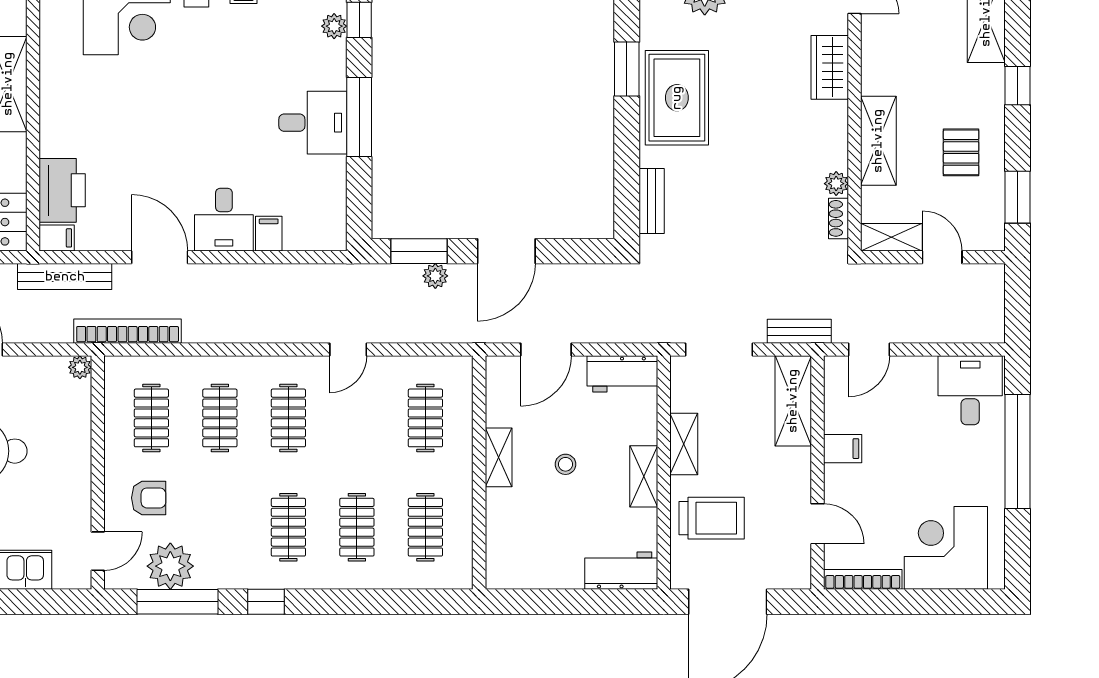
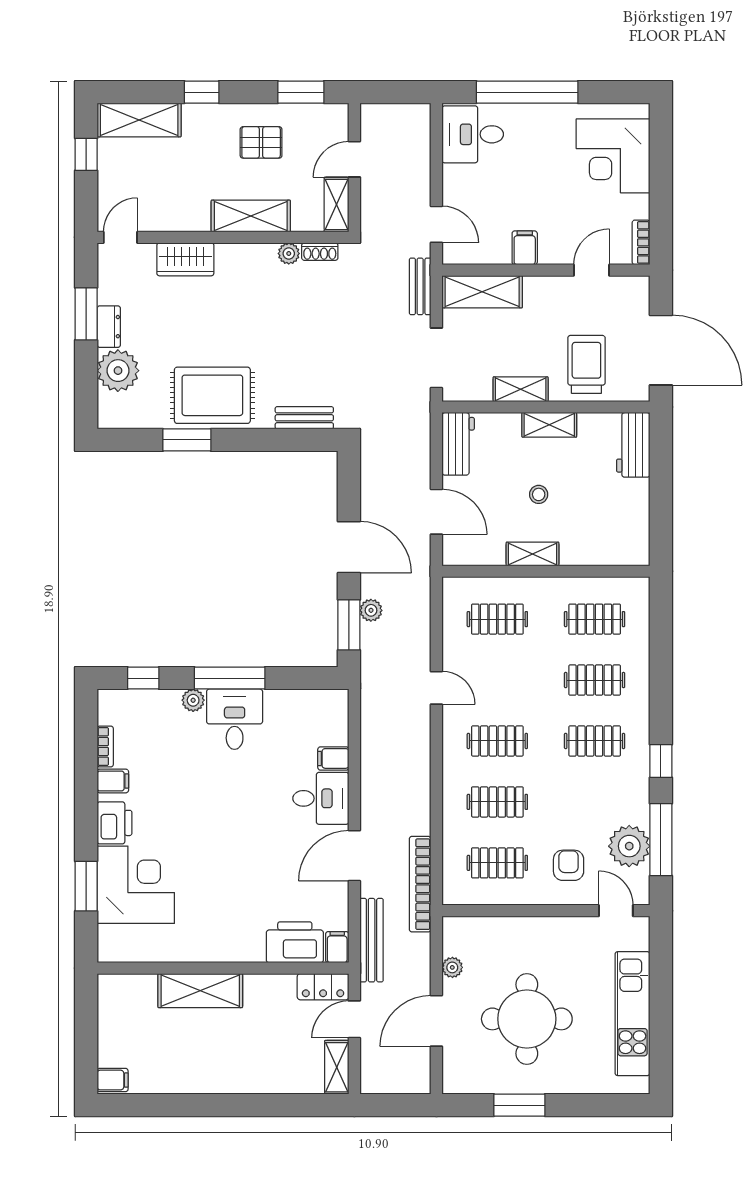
plant: (334, 26) -> (193, 700), moved
plant: (80, 367) -> (452, 967), moved
bookcase: (863, 579) -> (641, 242), width x0.64

